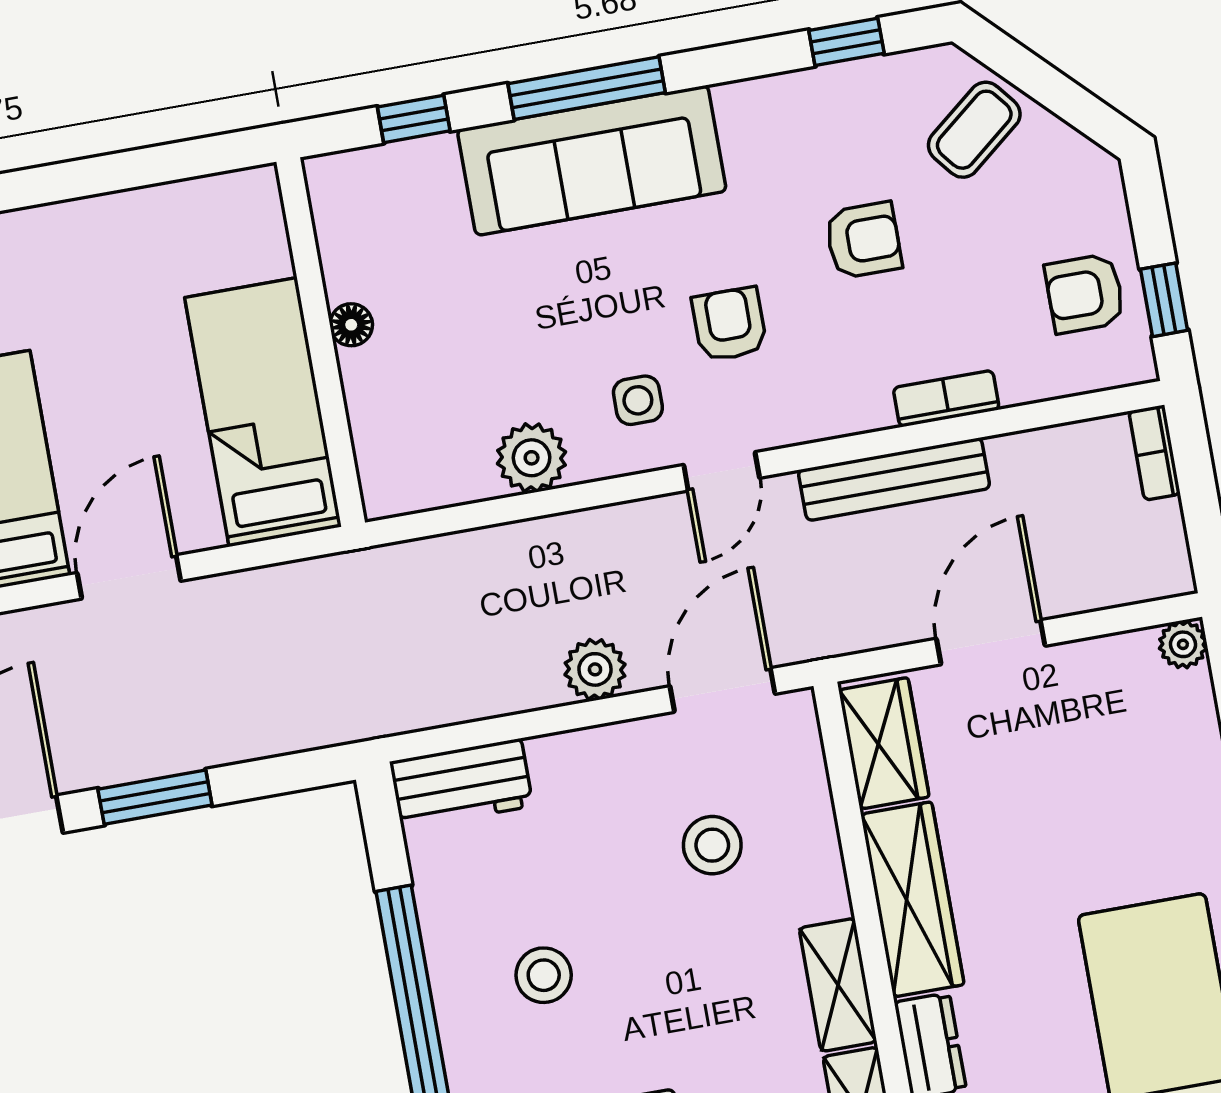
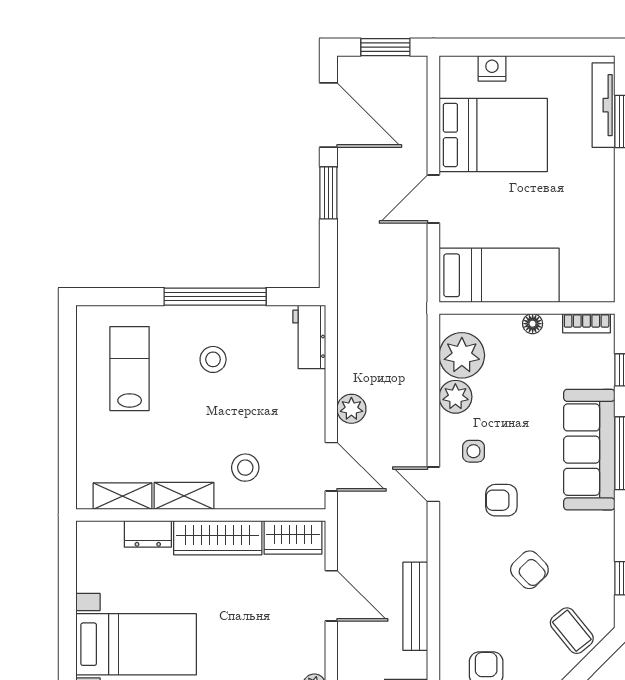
armchair: (863, 240) -> (529, 570), turned -44
armchair: (729, 324) -> (501, 500), turned 180
bookcase: (946, 399) -> (587, 323), moved, turned 90
plant: (443, 460) -> (462, 355), added
bench: (894, 479) -> (415, 606), moved
door: (129, 577) -> (433, 199), swing flipped
stool: (712, 845) -> (245, 468), moved

